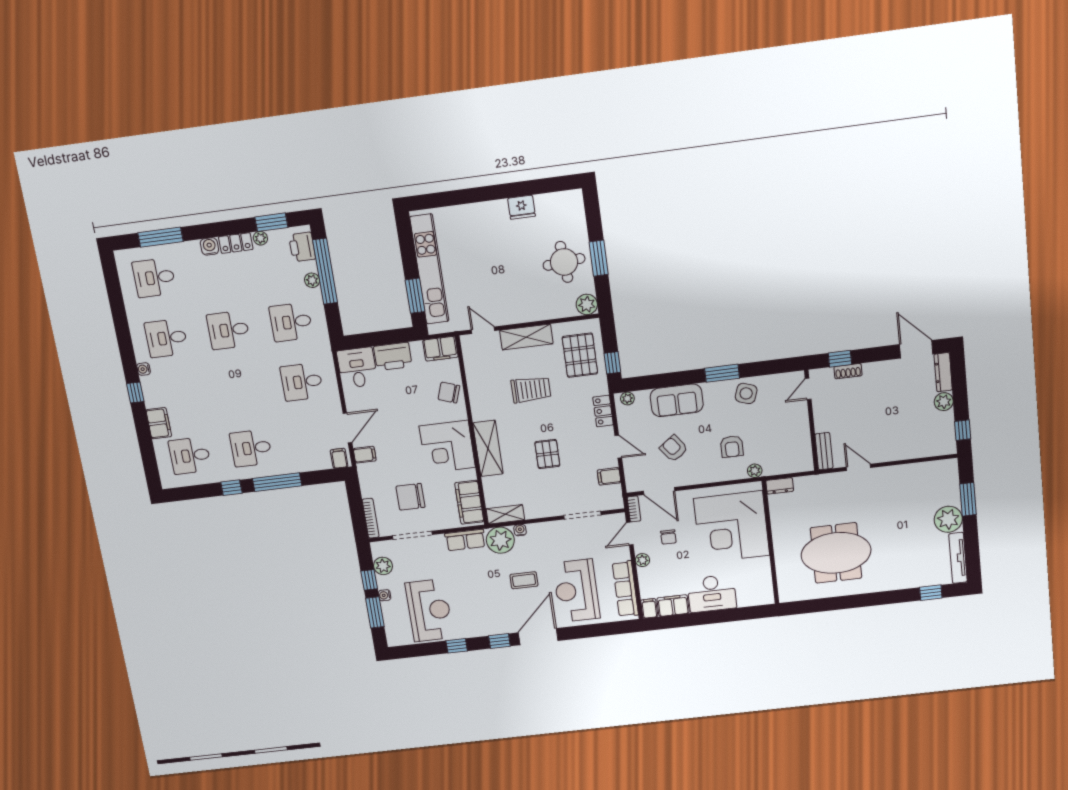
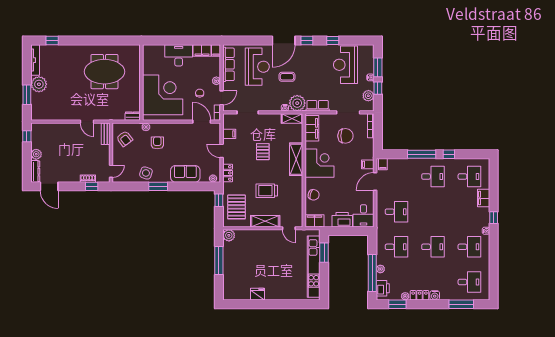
window: (599, 258) -> (219, 260), width x1.44
round table: (564, 262) -> (238, 261), removed
armchair: (674, 448) -> (125, 139), moved

